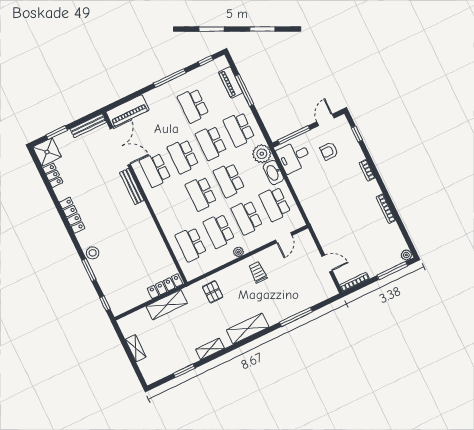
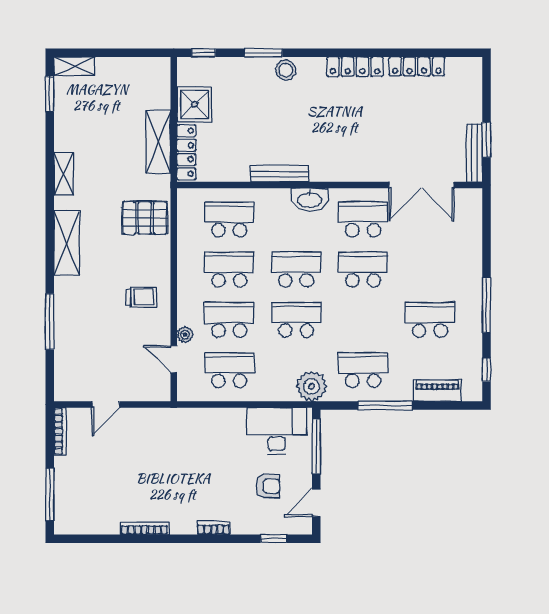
window: (244, 90) -> (385, 405), moved
piano: (127, 111) -> (468, 221), removed
door: (325, 120) -> (316, 503), swing flipped
window: (57, 132) -> (486, 140), moved
school desk: (211, 143) -> (363, 320), removed
armchair: (329, 151) -> (268, 486), turned 90
shower: (47, 152) -> (194, 104), moved
desk: (294, 157) -> (277, 431), width x1.37
washbasin: (273, 172) -> (310, 200), moved, turned 180
locker: (53, 175) -> (417, 66), width x1.53
bench: (132, 186) -> (280, 174), moved
plant: (238, 252) -> (185, 335), moved
plant: (406, 255) -> (63, 526), removed
pallet: (213, 292) -> (145, 218), width x1.50, depth x1.42
shelving: (136, 348) -> (74, 66), moved
window: (184, 371) -> (50, 94), moved

